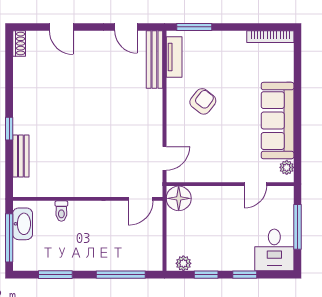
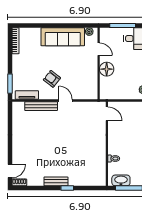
door: (61, 27) -> (10, 171), moved
door: (126, 27) -> (10, 122), removed
bench: (154, 60) -> (41, 106), moved
bench: (21, 156) -> (56, 181), moved
door: (164, 158) -> (66, 100), moved
floor lamp: (179, 198) -> (107, 69), moved

